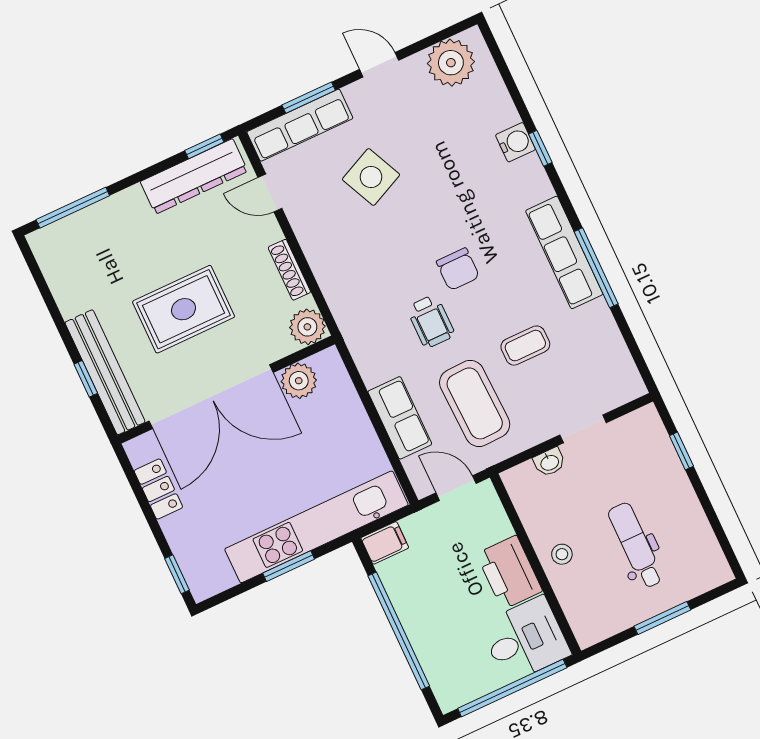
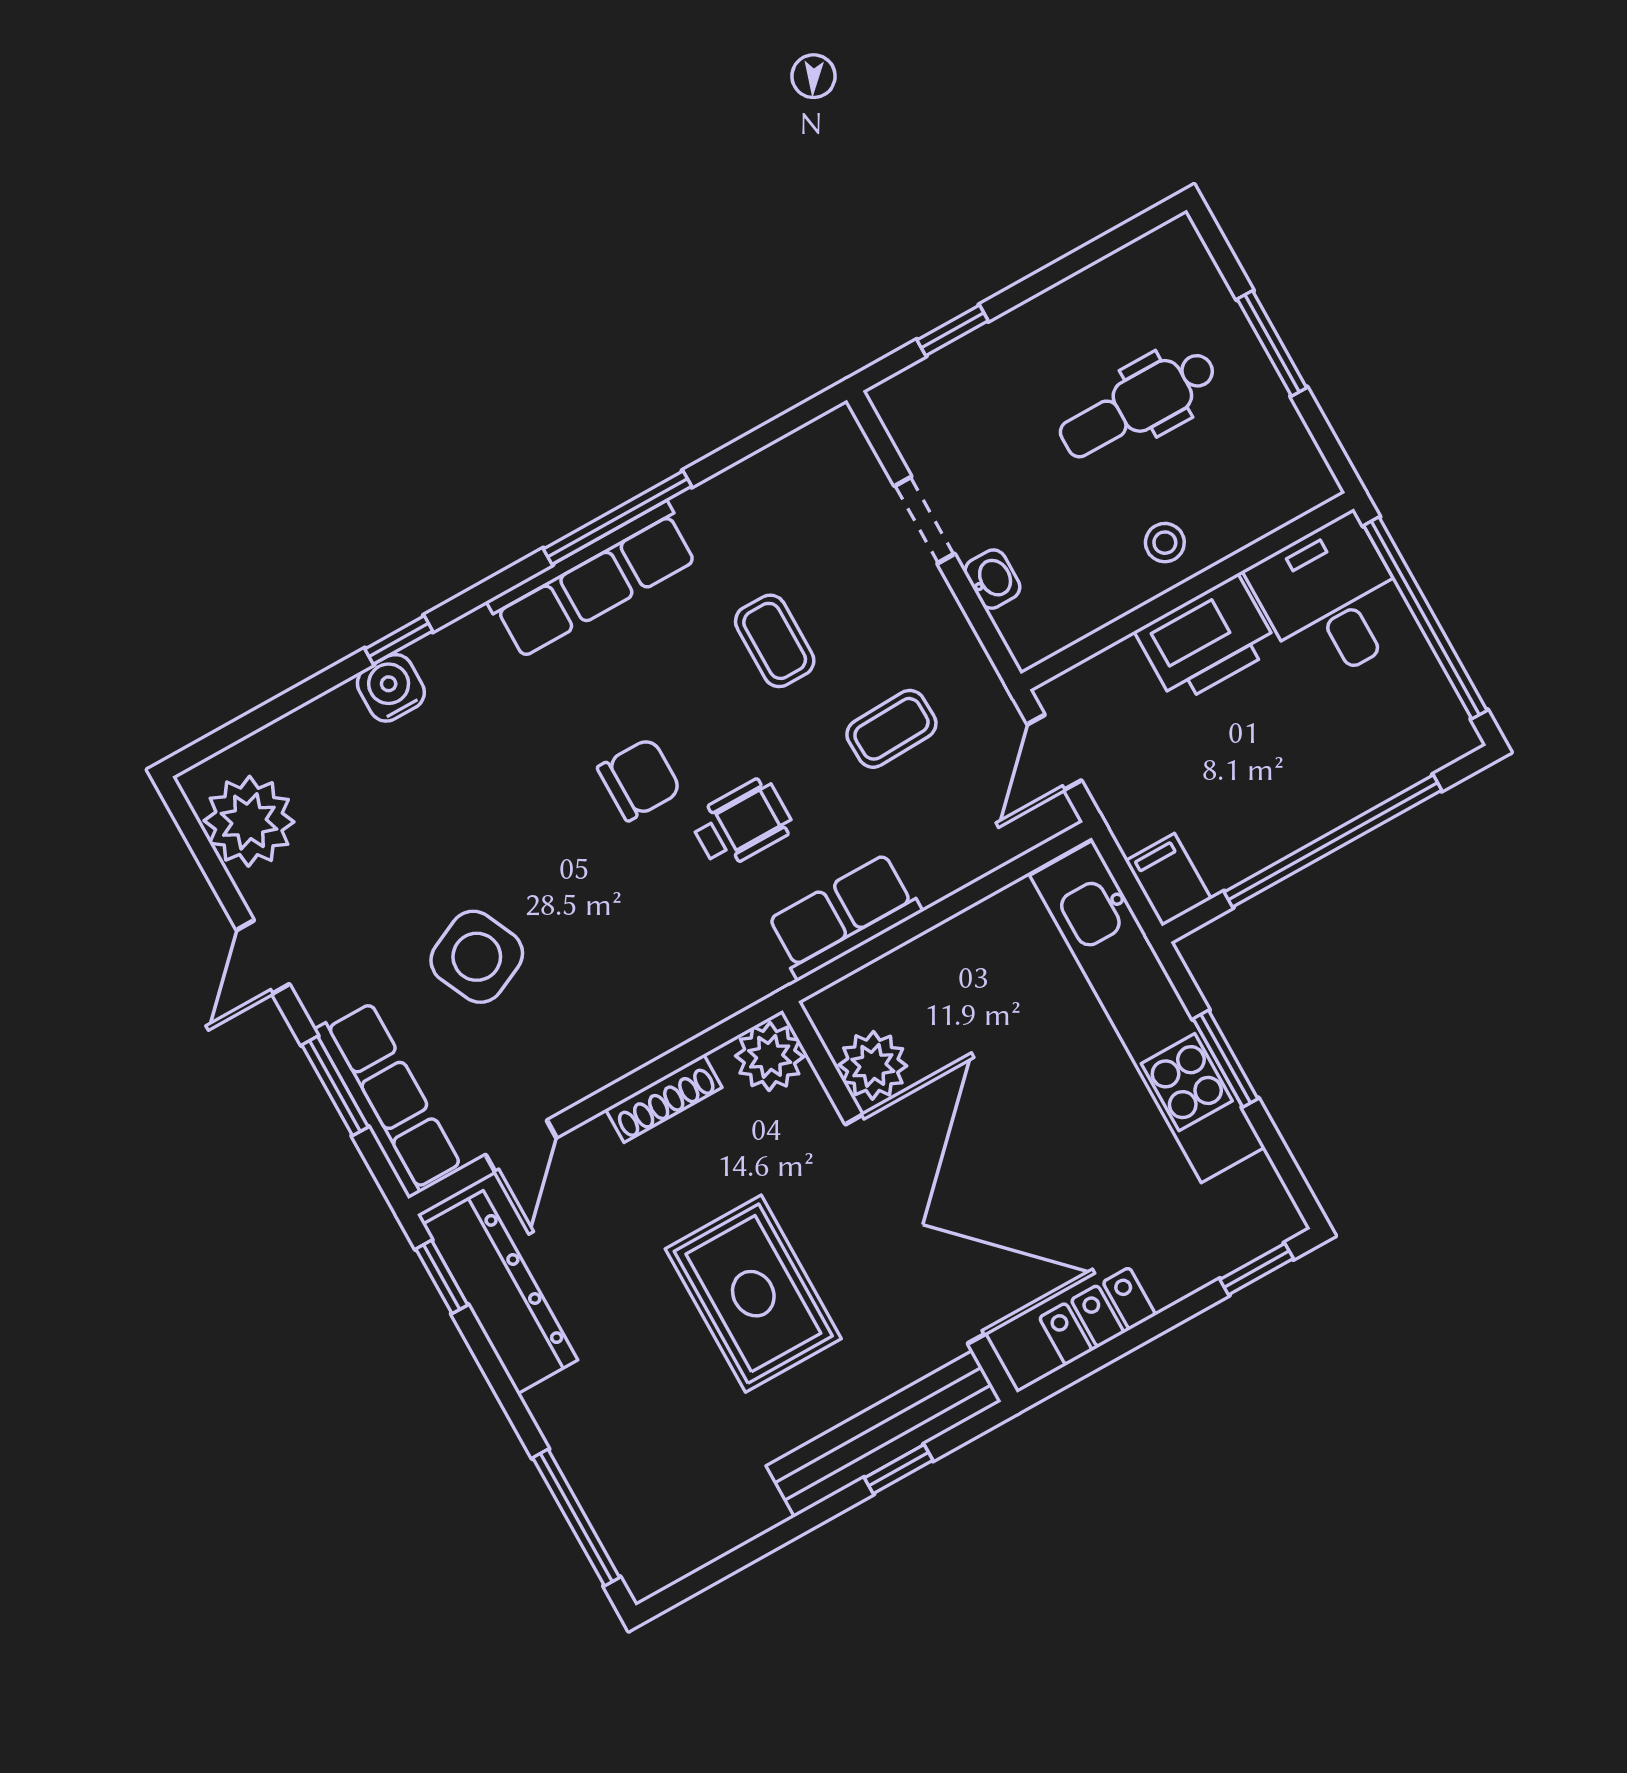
coffee table: (475, 403) -> (891, 729), width x0.54, depth x0.58
row of seats: (400, 418) -> (844, 916), moved

